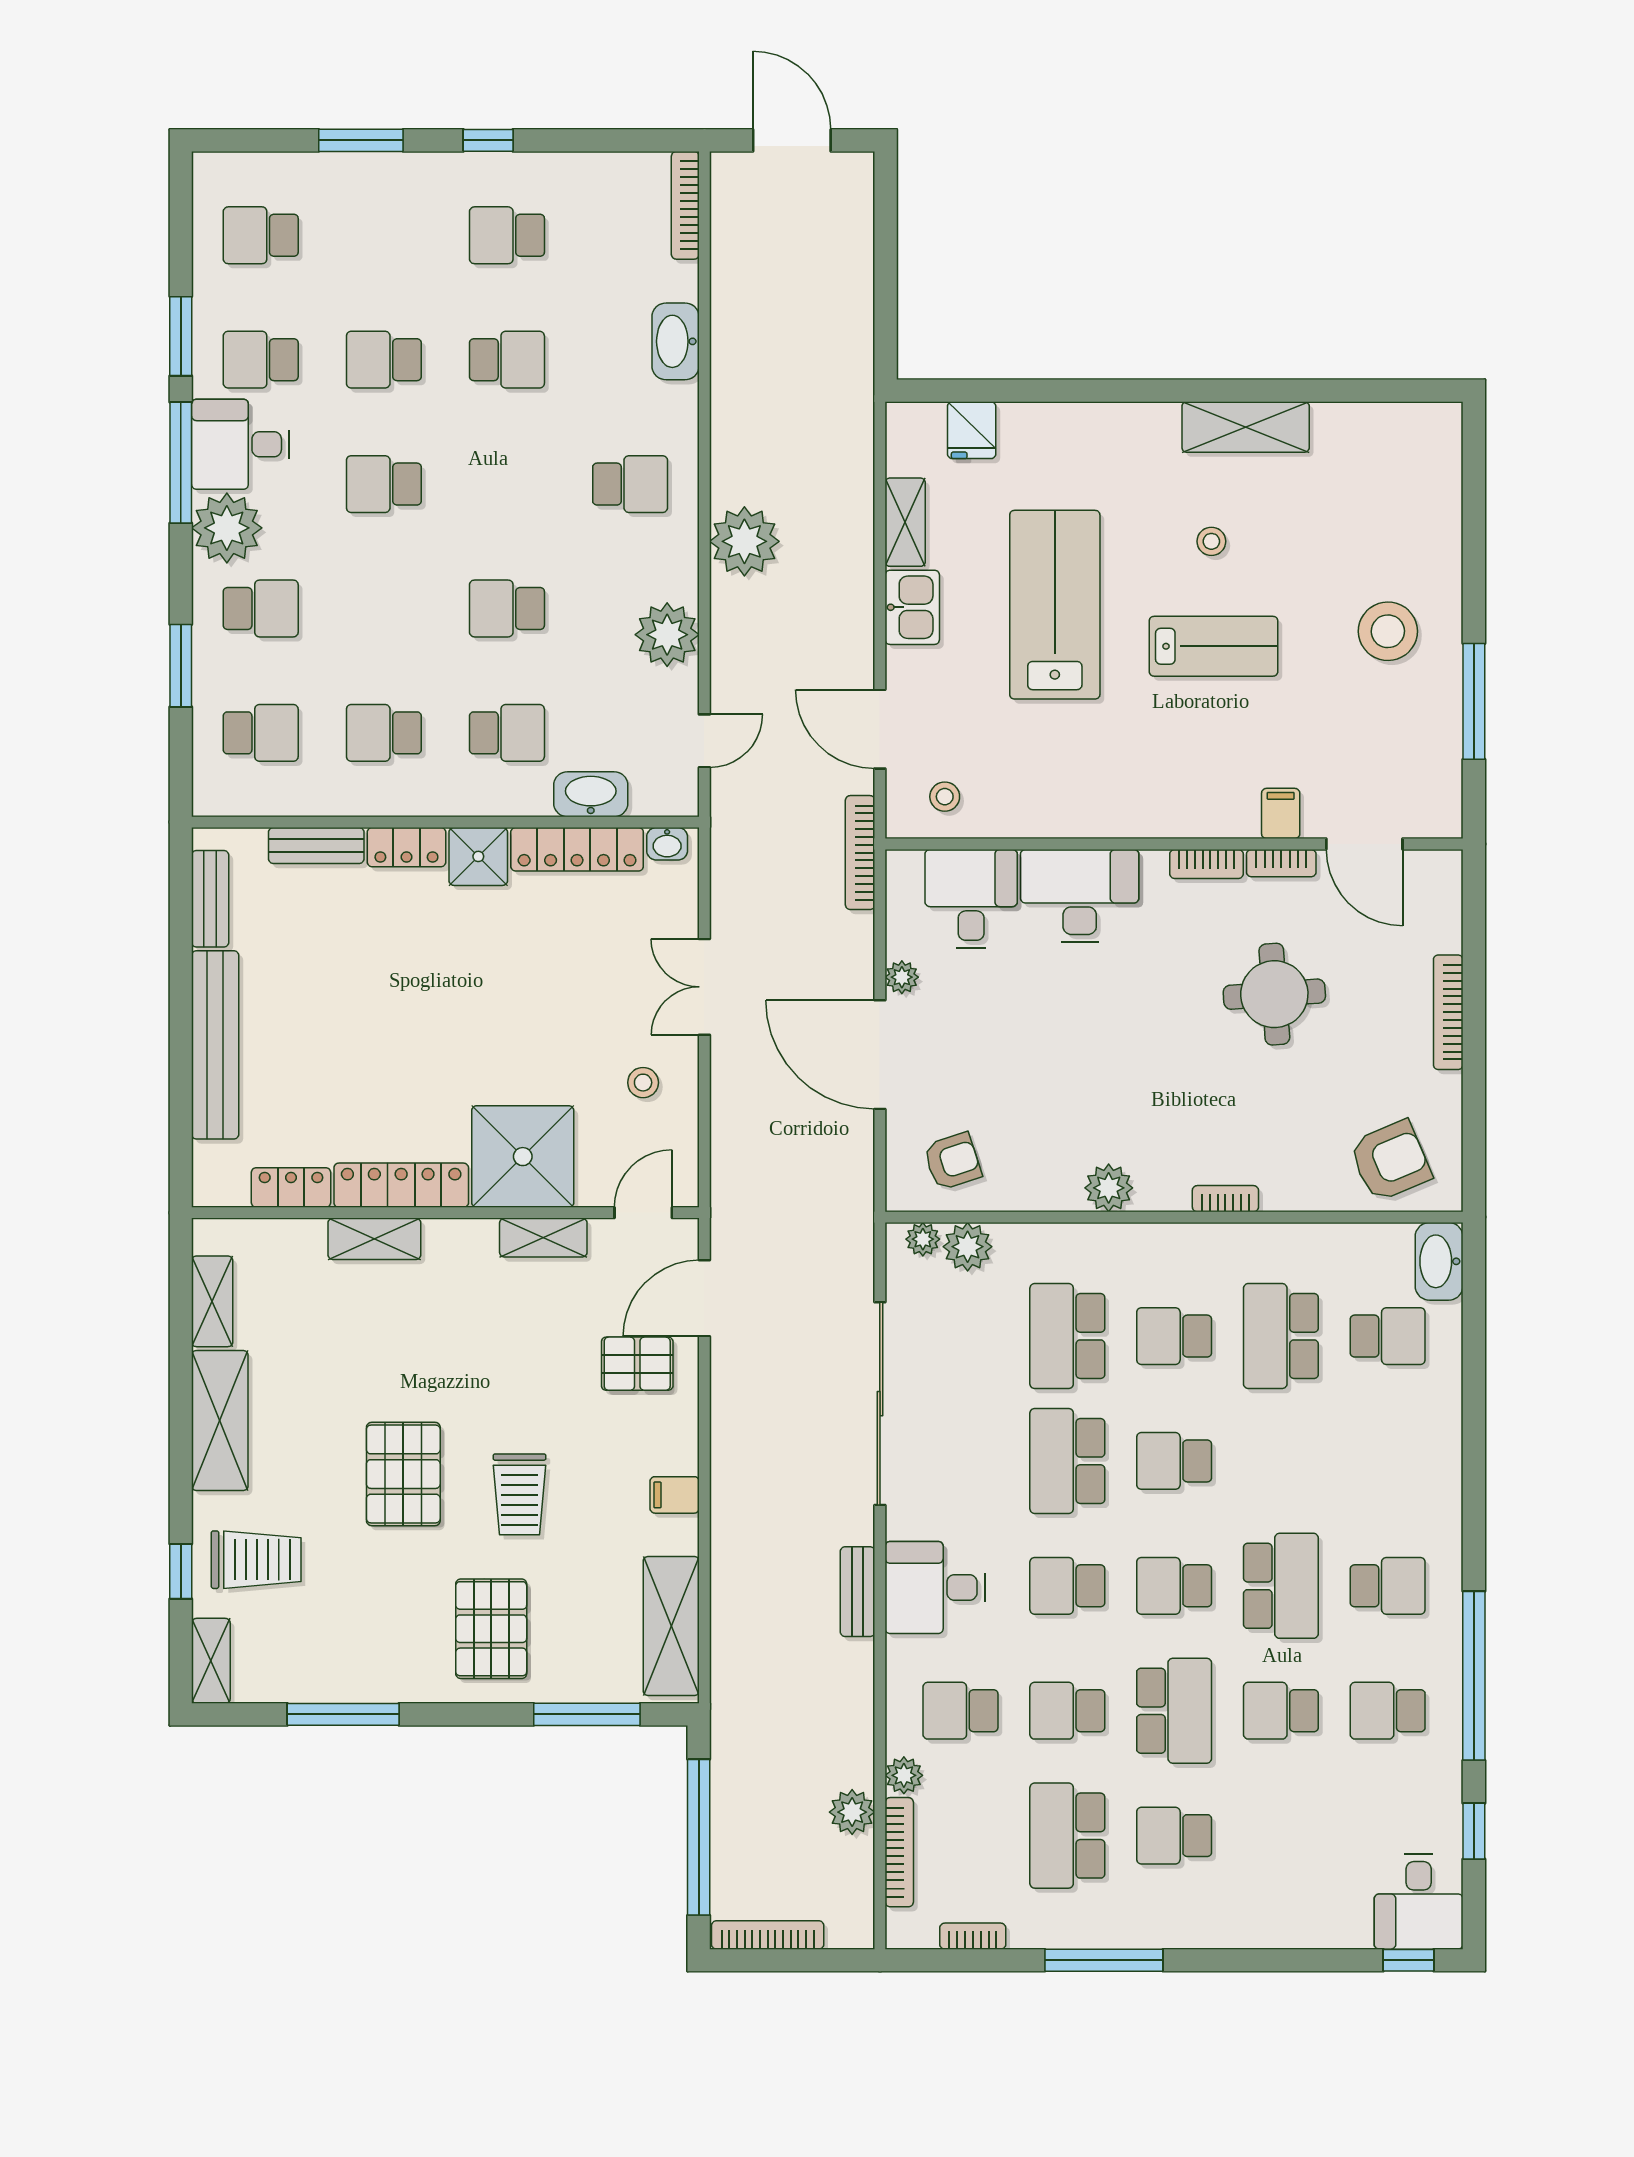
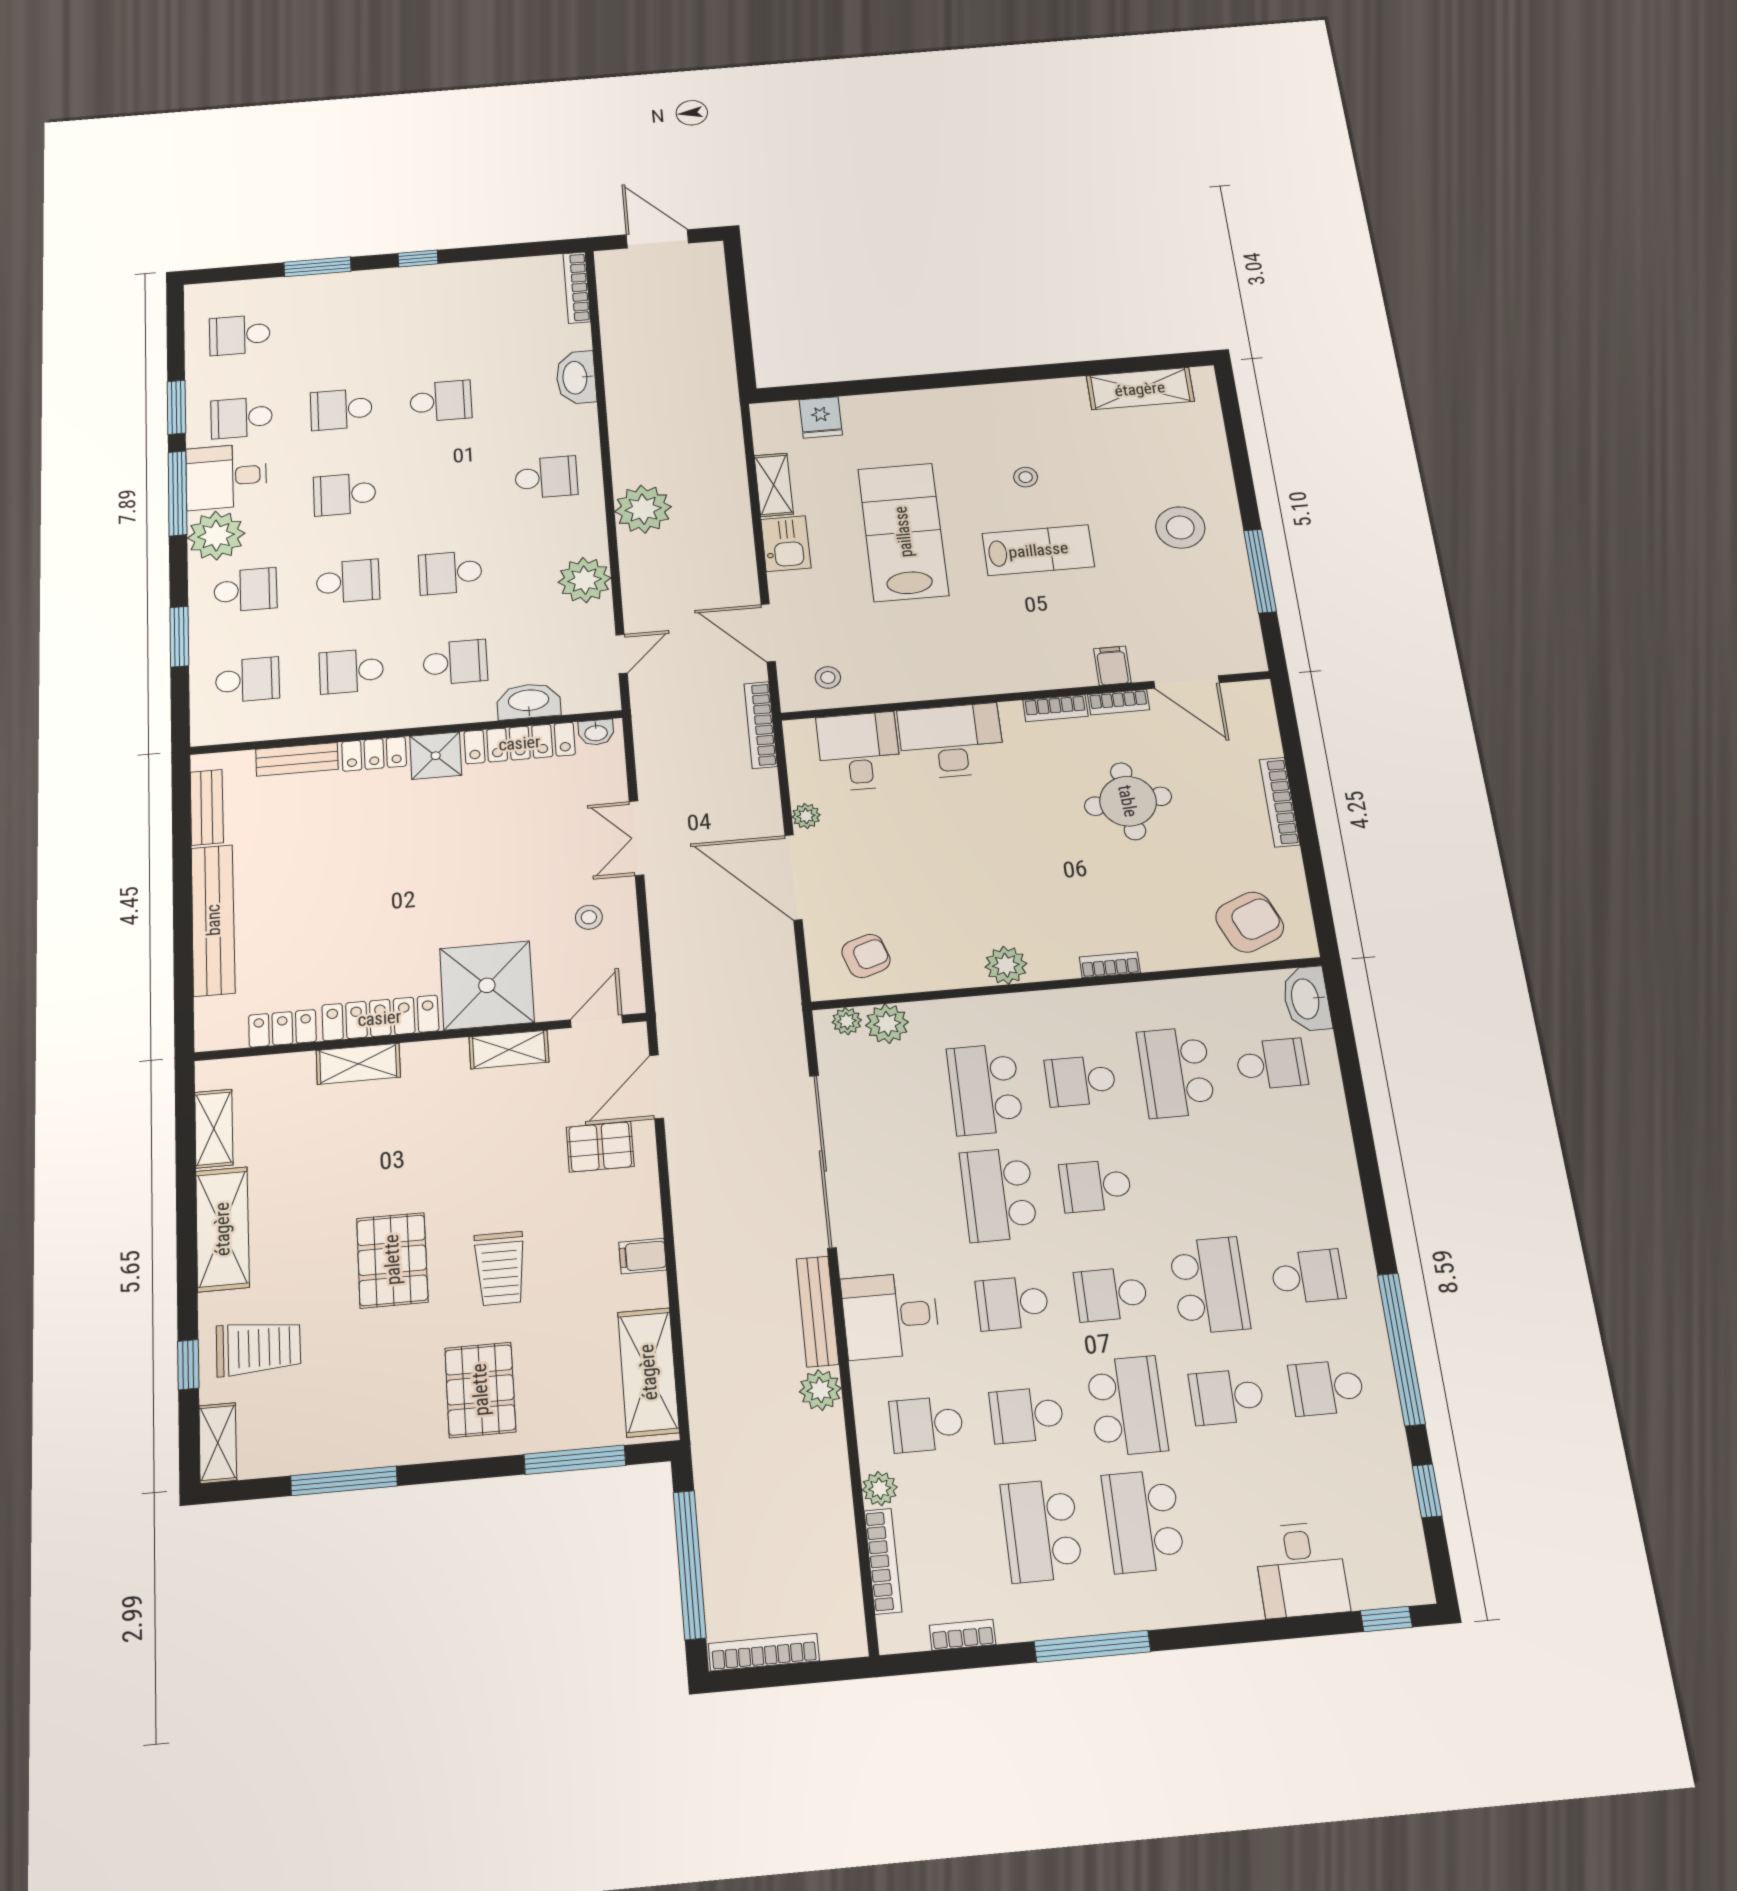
school desk: (507, 235) -> (348, 581), moved, turned 180
shelving: (1246, 427) -> (1140, 389), moved
bench: (858, 1592) -> (817, 1311), width x1.36
plant: (852, 1812) -> (820, 1390), moved
school desk: (1174, 1836) -> (1143, 1521), width x1.85
desk: (1419, 1902) -> (1301, 1570), moved

